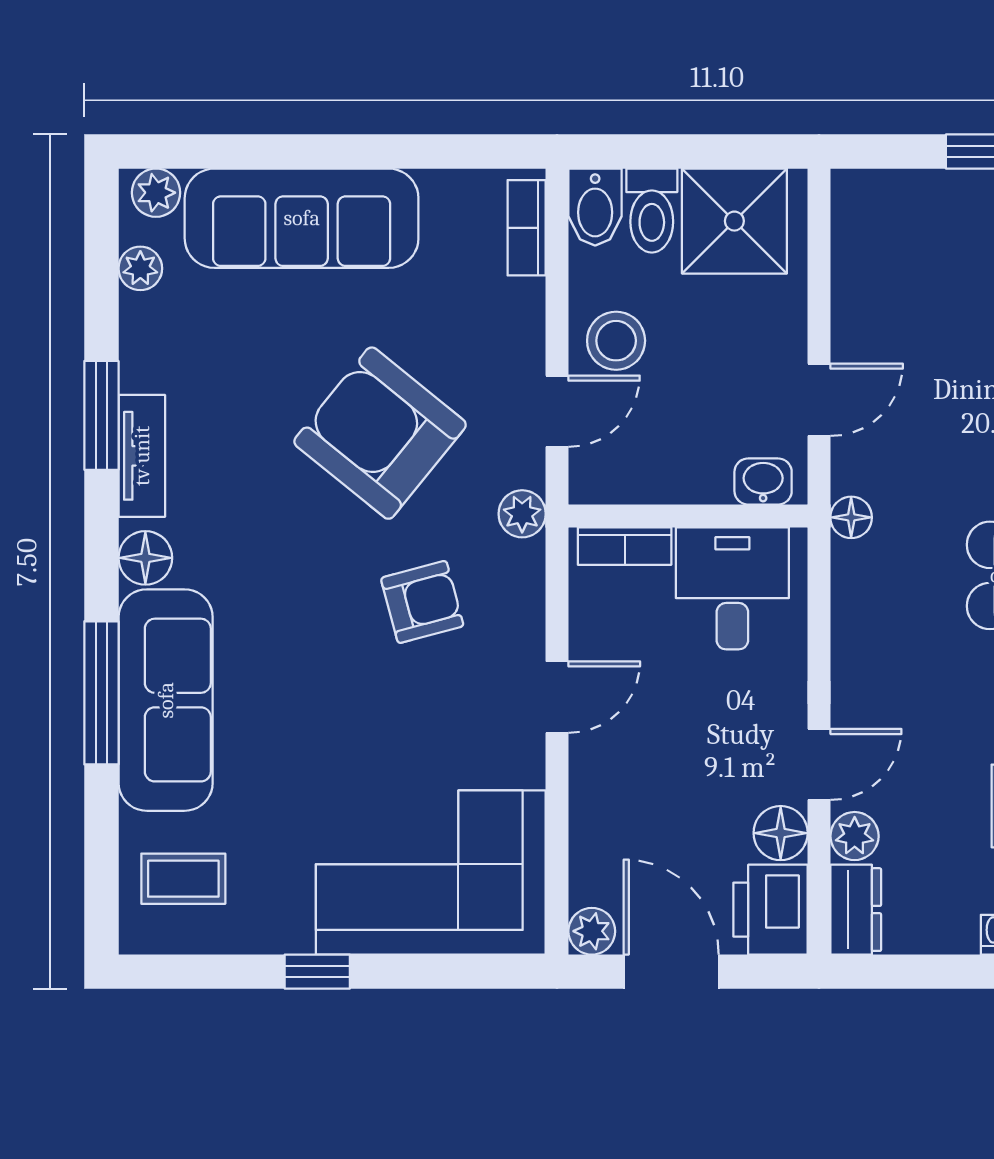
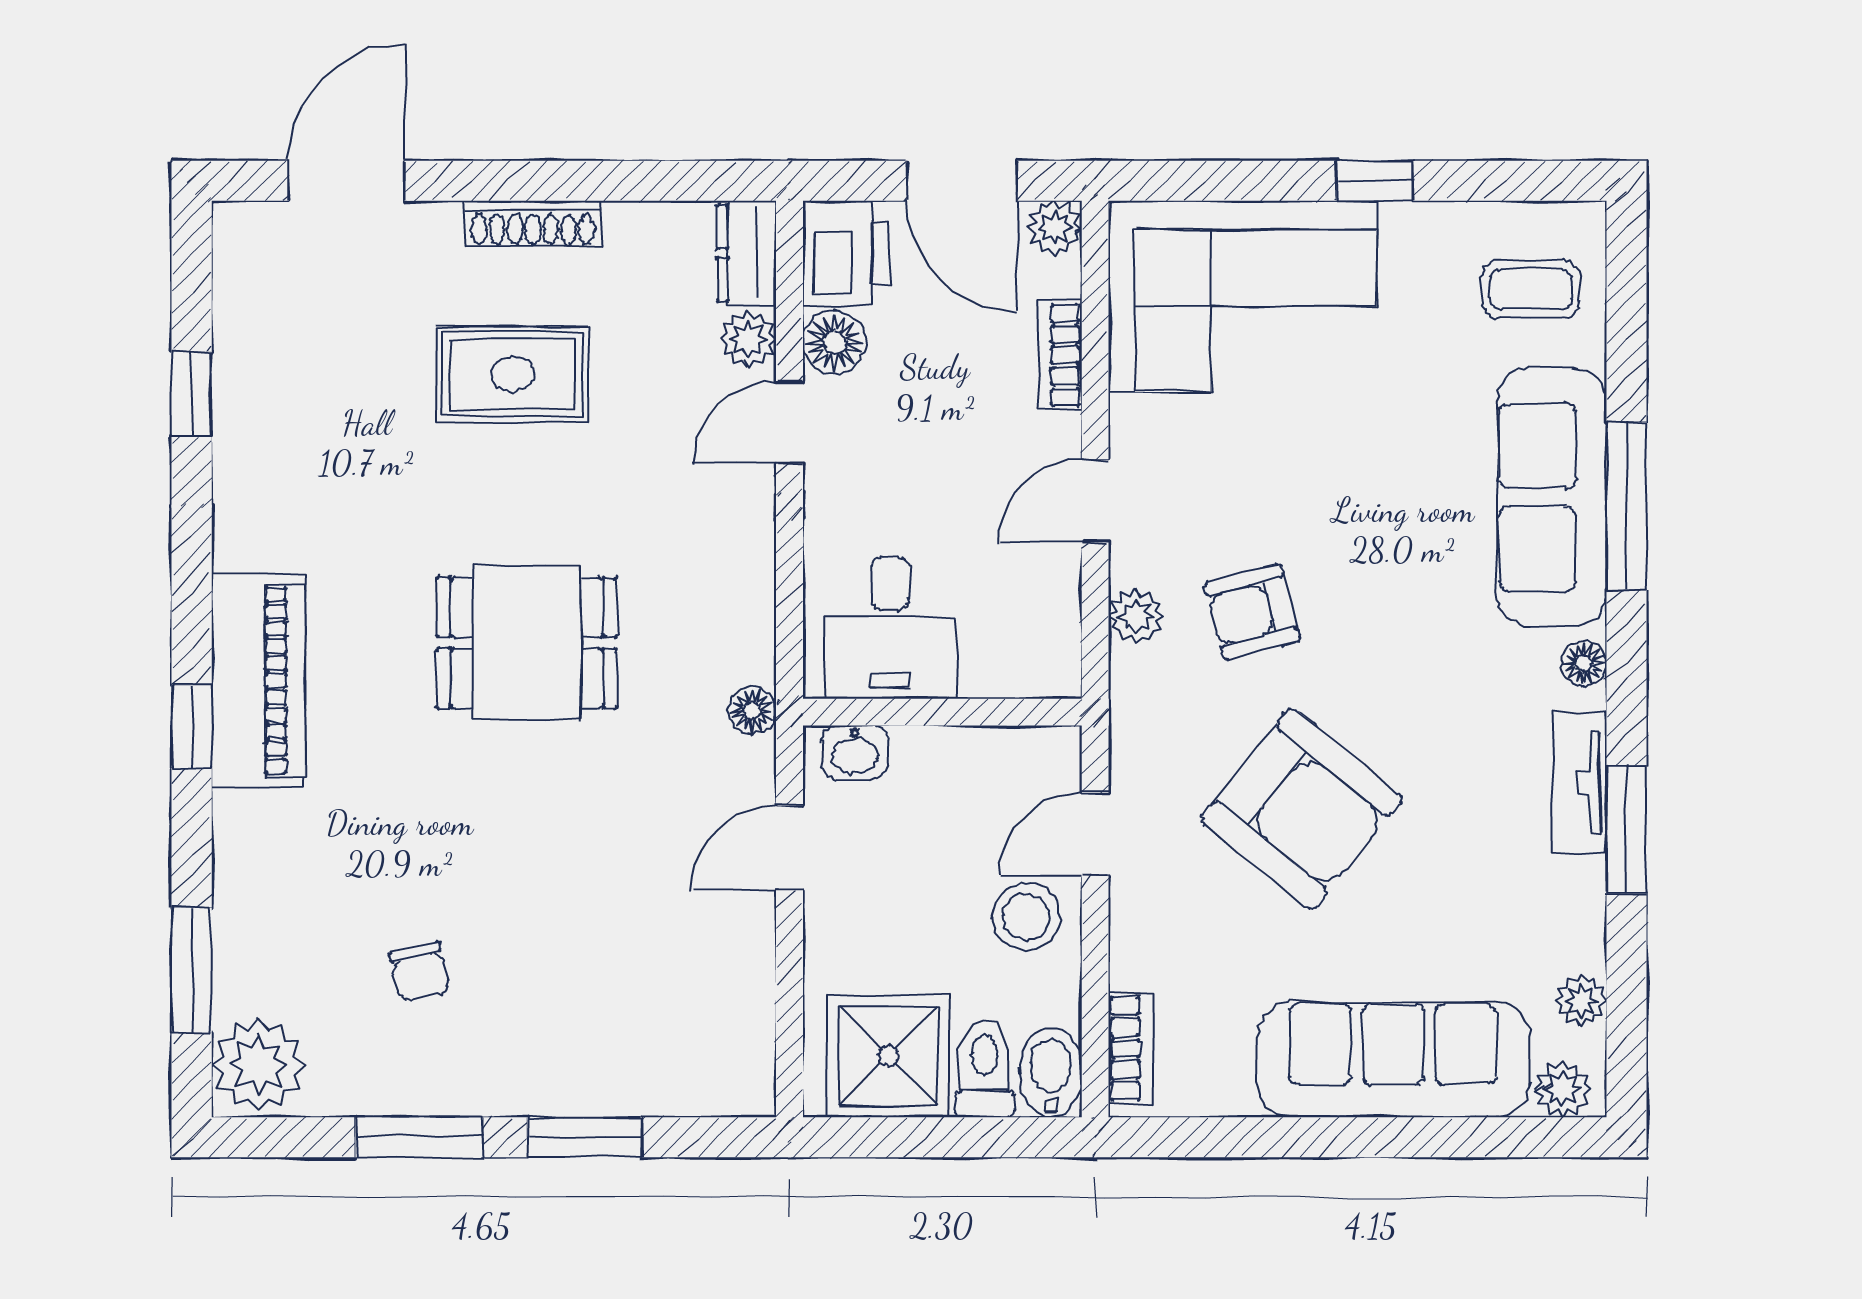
plant: (522, 514) -> (1136, 616), moved
bookcase: (625, 546) -> (1060, 355), moved, turned -90
floor lamp: (145, 558) -> (1584, 663), width x0.73, depth x0.73

